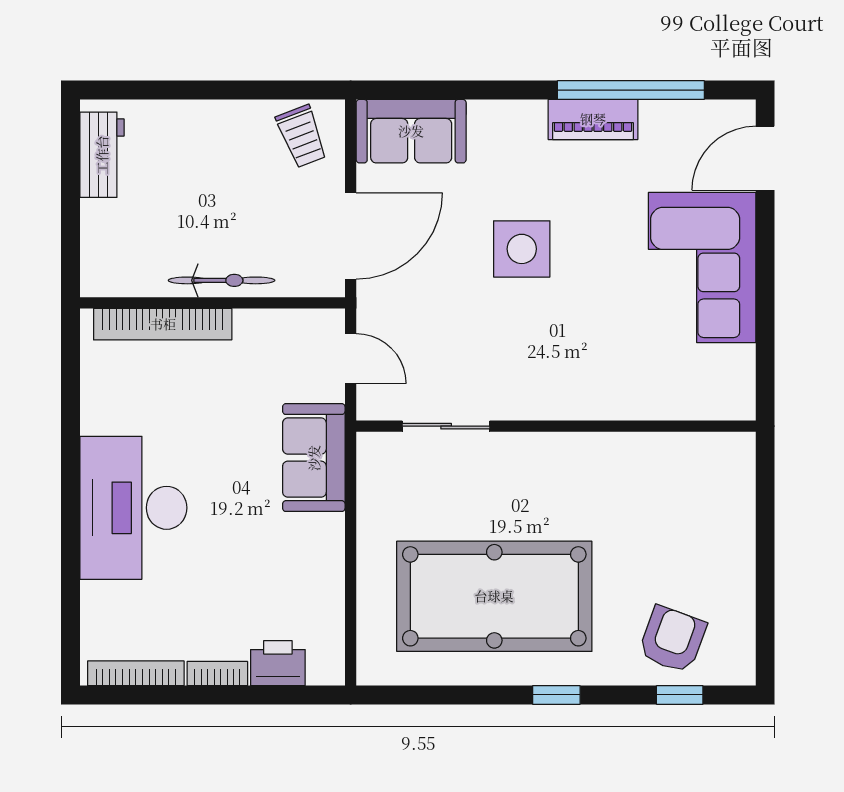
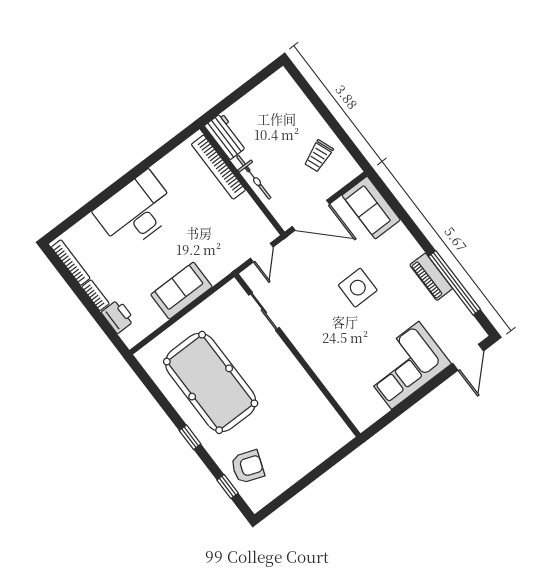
trolley: (302, 136) -> (319, 156), moved
workbench: (102, 155) -> (226, 136), moved, turned -90
door: (765, 158) -> (468, 357), swing flipped
sofa: (314, 458) -> (181, 291), moved

